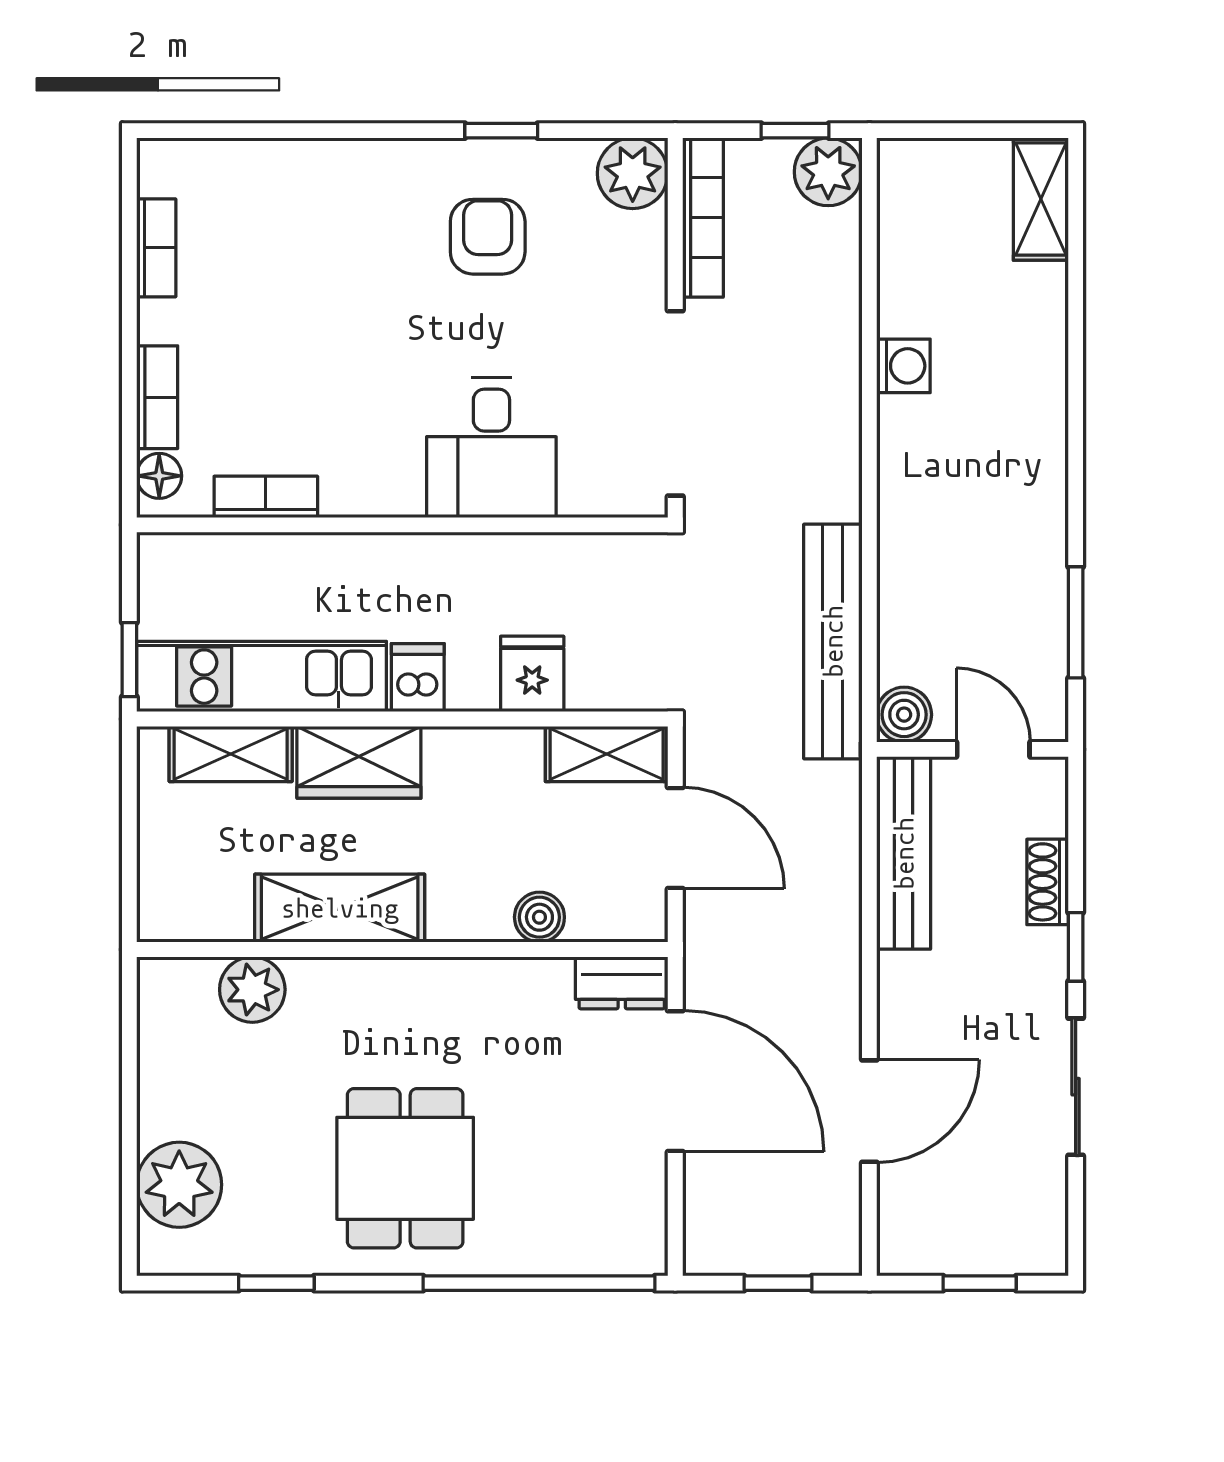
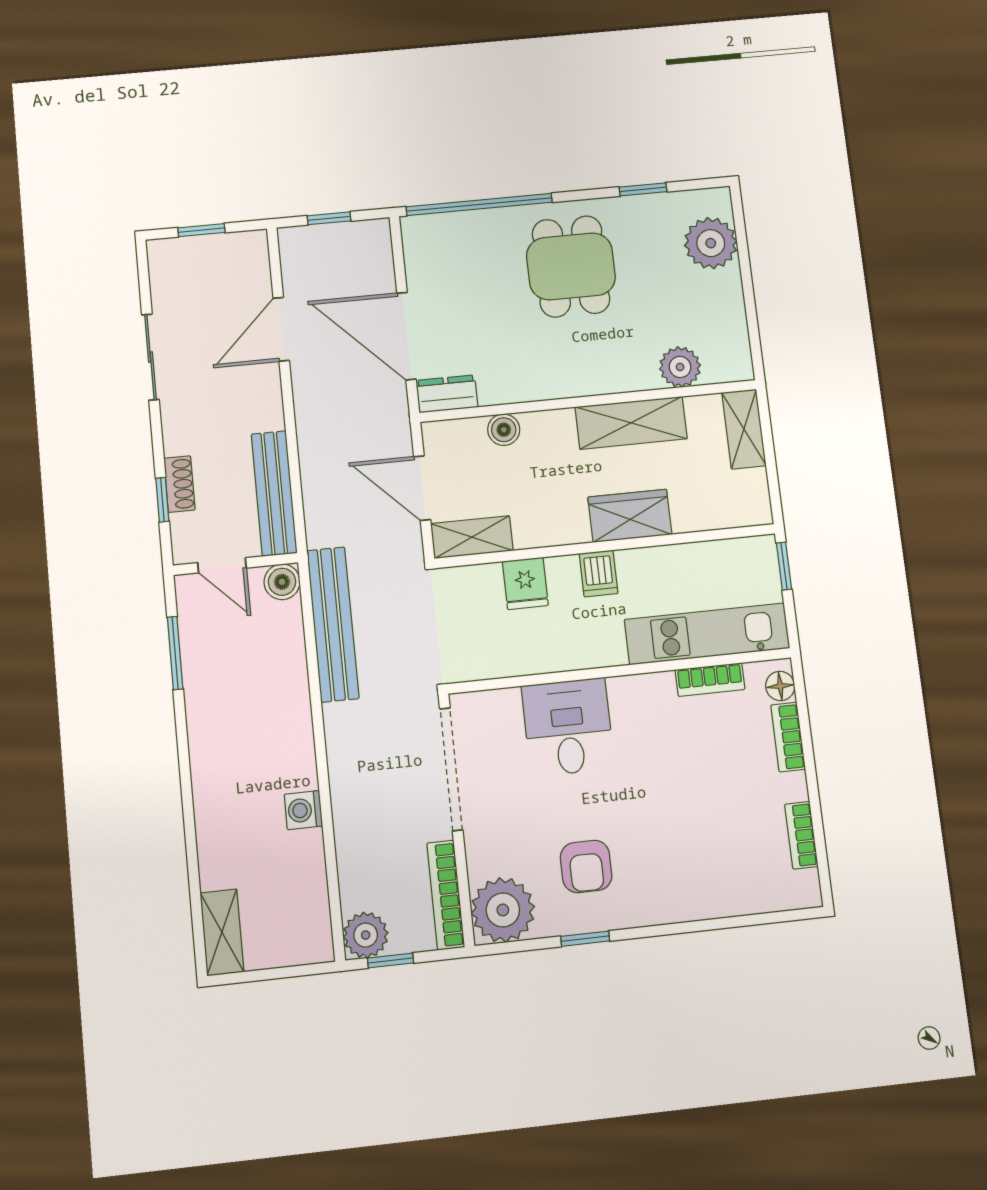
plant: (633, 173) -> (503, 910), width x1.36, depth x1.36
kitchen unit: (262, 677) -> (707, 634), moved, turned 180
shelving: (231, 754) -> (744, 429), moved, turned 90
window: (1076, 947) -> (162, 500), moved

